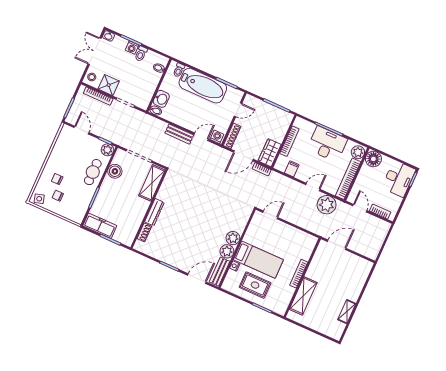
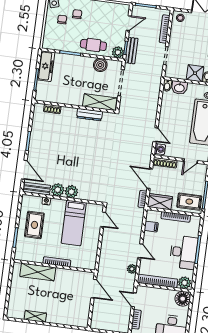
shower: (109, 85) -> (195, 73), moved
door: (238, 110) -> (191, 161), hinge flipped
rug: (278, 123) -> (189, 202), added
bench: (179, 134) -> (131, 51), moved
plant: (327, 205) -> (132, 269), width x0.53, depth x0.53
door: (360, 208) -> (134, 300), swing flipped
dresser: (154, 212) -> (90, 115), moved
bed: (258, 260) -> (74, 223), moved

